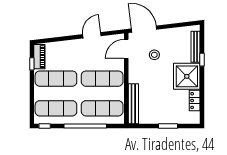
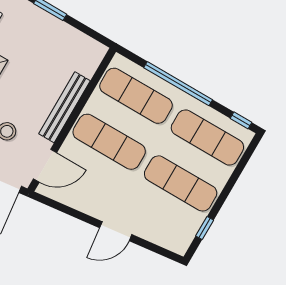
door: (92, 35) -> (116, 231), moved
piano: (39, 57) -> (186, 232), removed
bench: (133, 104) -> (65, 107), moved

